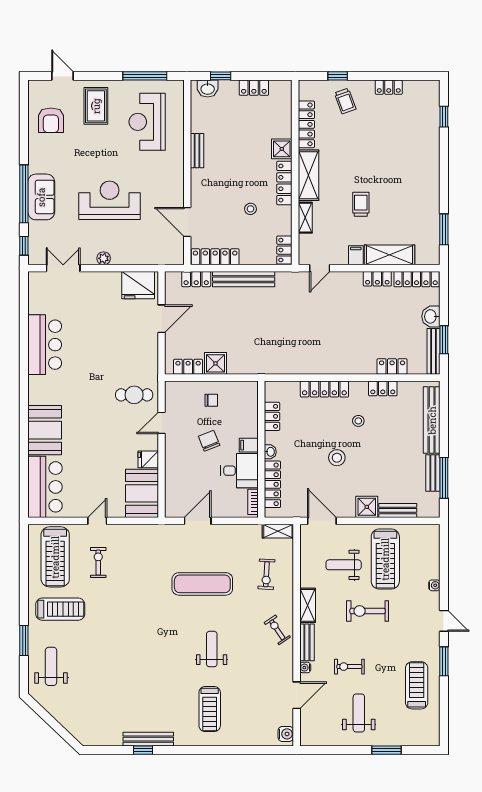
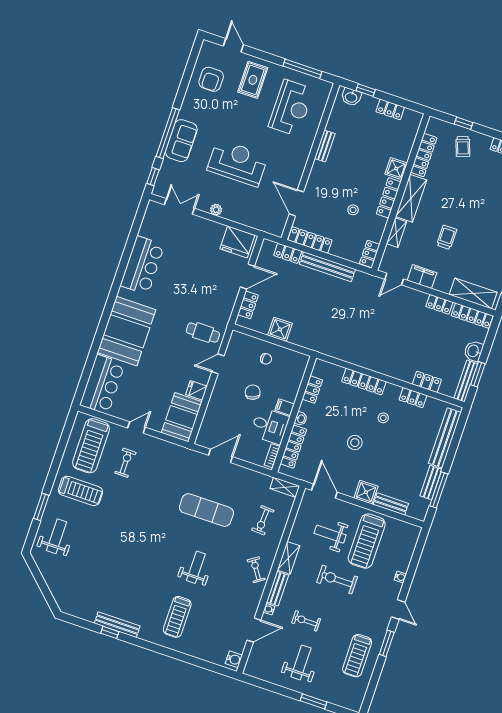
reception desk: (147, 122) -> (291, 108), turned 180
filing cabinet: (356, 255) -> (422, 277), width x2.00
shelving: (390, 255) -> (473, 293), moved
locker: (188, 367) -> (248, 305), moved, turned 90
booth: (45, 430) -> (127, 331), width x1.36, depth x1.42
treadmill: (417, 685) -> (357, 656), turned 180

